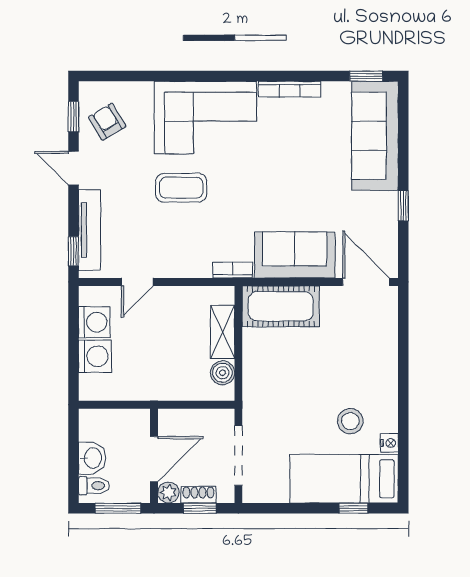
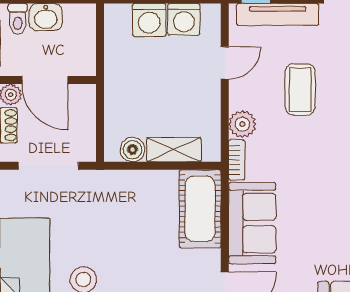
coffee table: (181, 188) -> (300, 90), moved
plant: (197, 265) -> (242, 124), added
door: (137, 282) -> (225, 63), swing flipped

